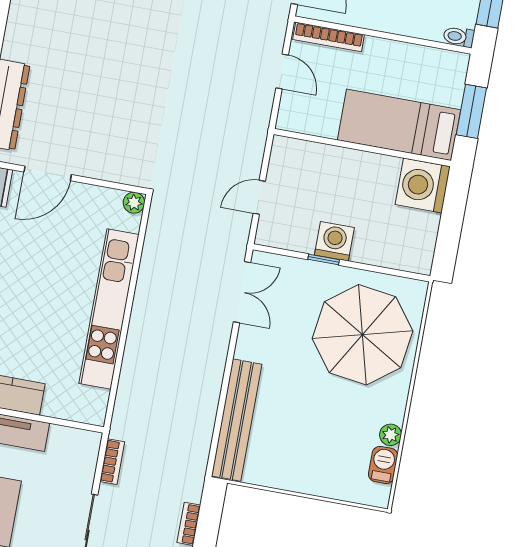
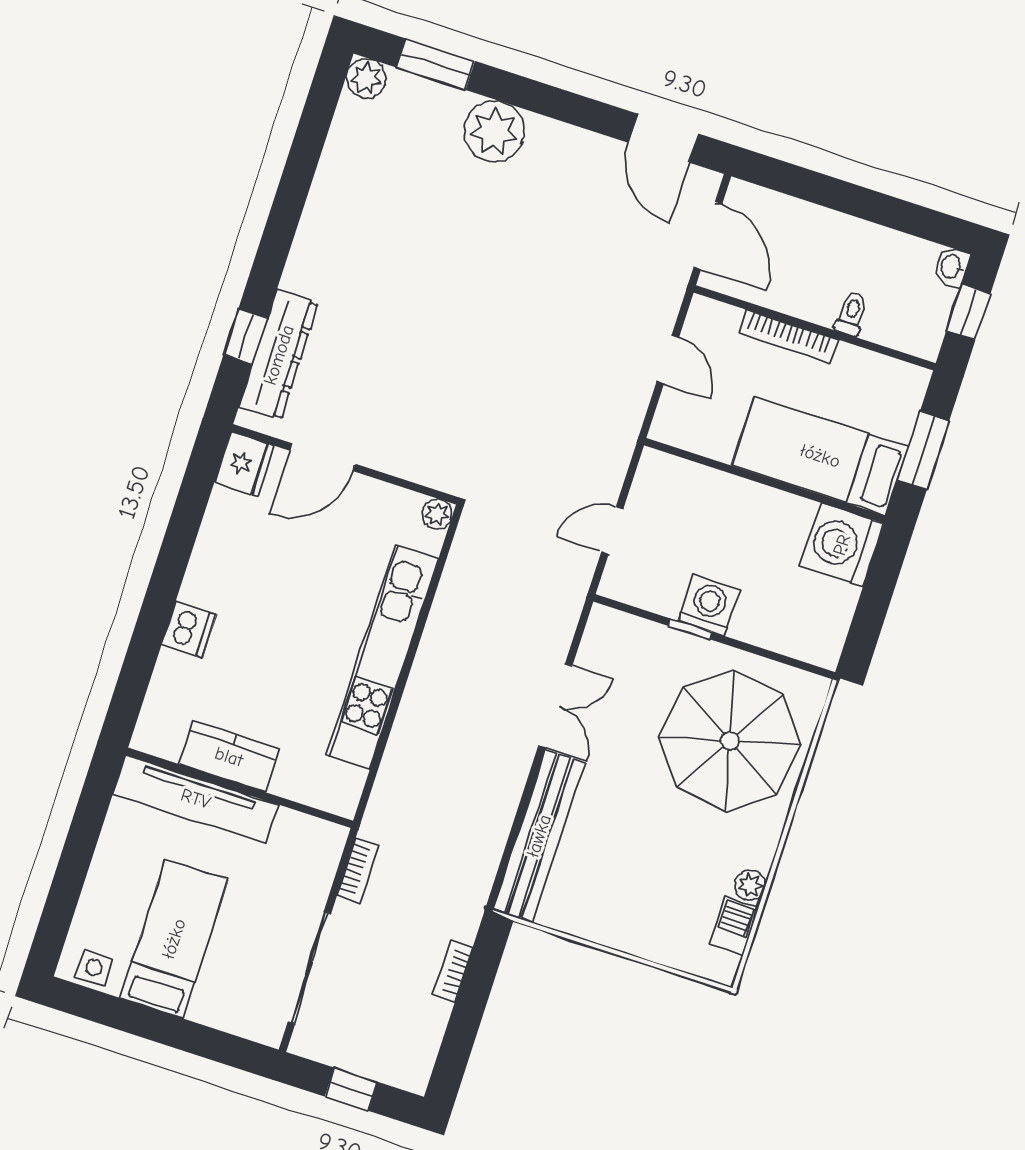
bookcase: (329, 37) -> (788, 337), moved
toilet: (459, 37) -> (851, 314), moved, turned 90
double door: (242, 292) -> (555, 706), moved

